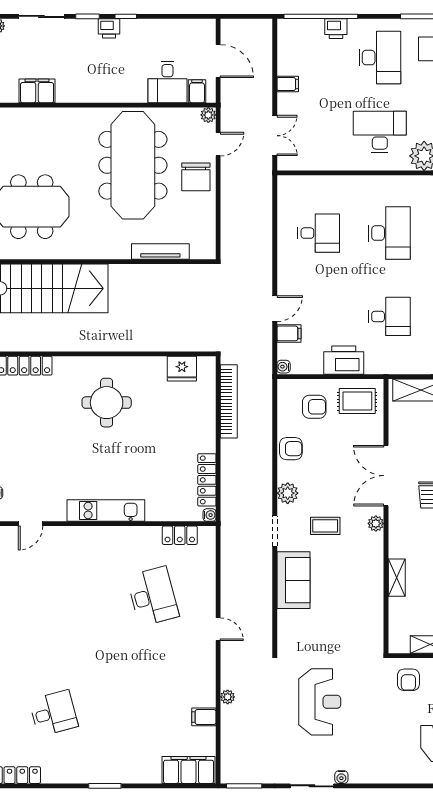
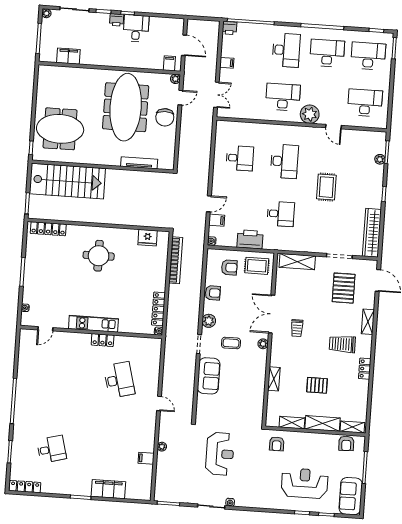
printer: (336, 29) -> (229, 28), moved
desk: (167, 82) -> (136, 28), moved, turned 180
locker: (180, 535) -> (103, 340), moved
filing cabinet: (189, 770) -> (108, 489), moved

